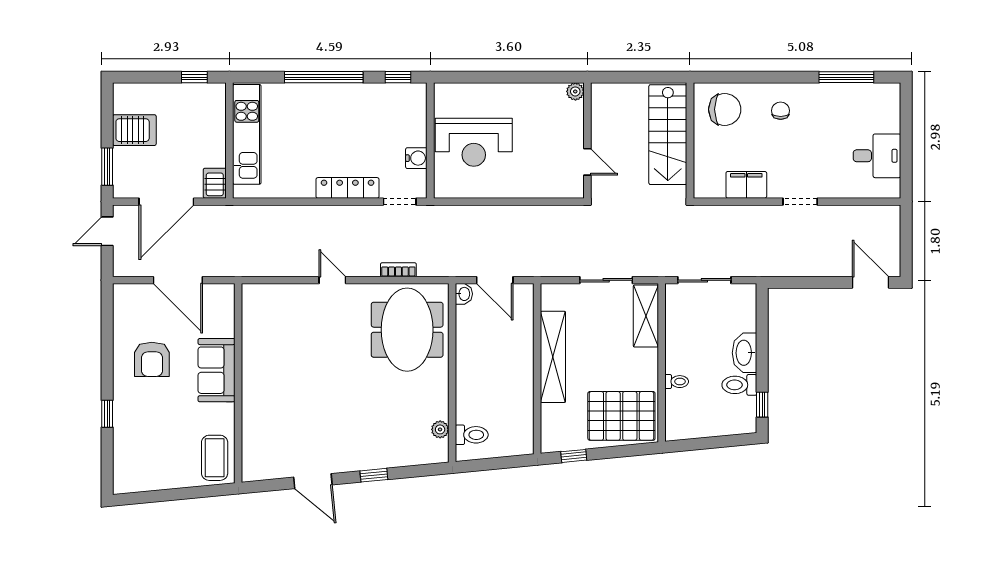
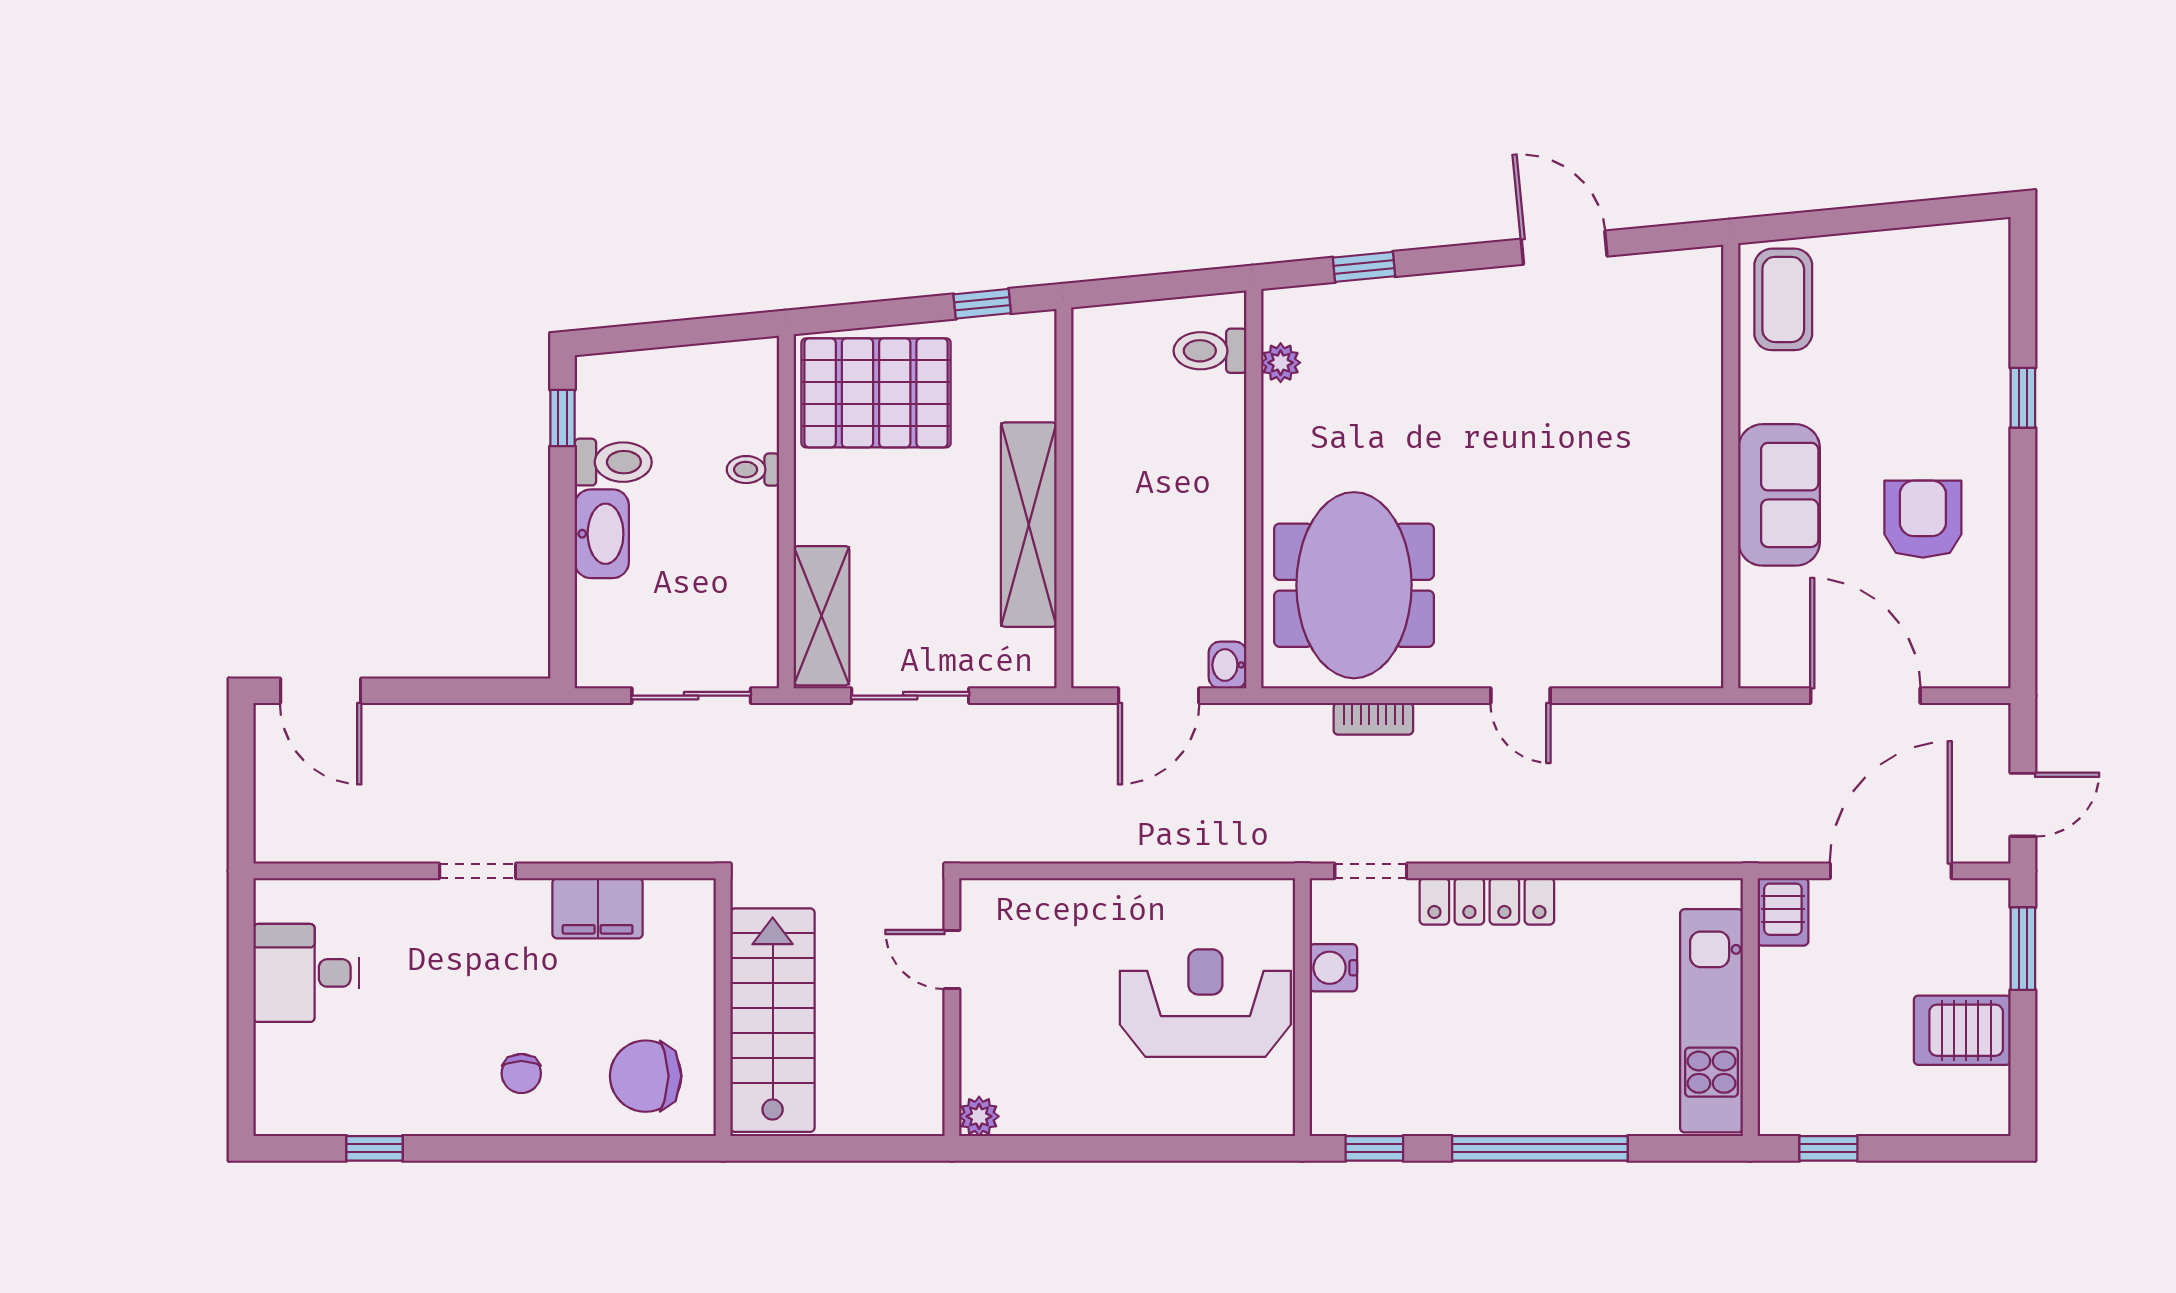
window: (846, 77) -> (374, 1148), width x0.46
door: (495, 280) -> (1159, 696), swing flipped
window: (374, 475) -> (1364, 267), moved

